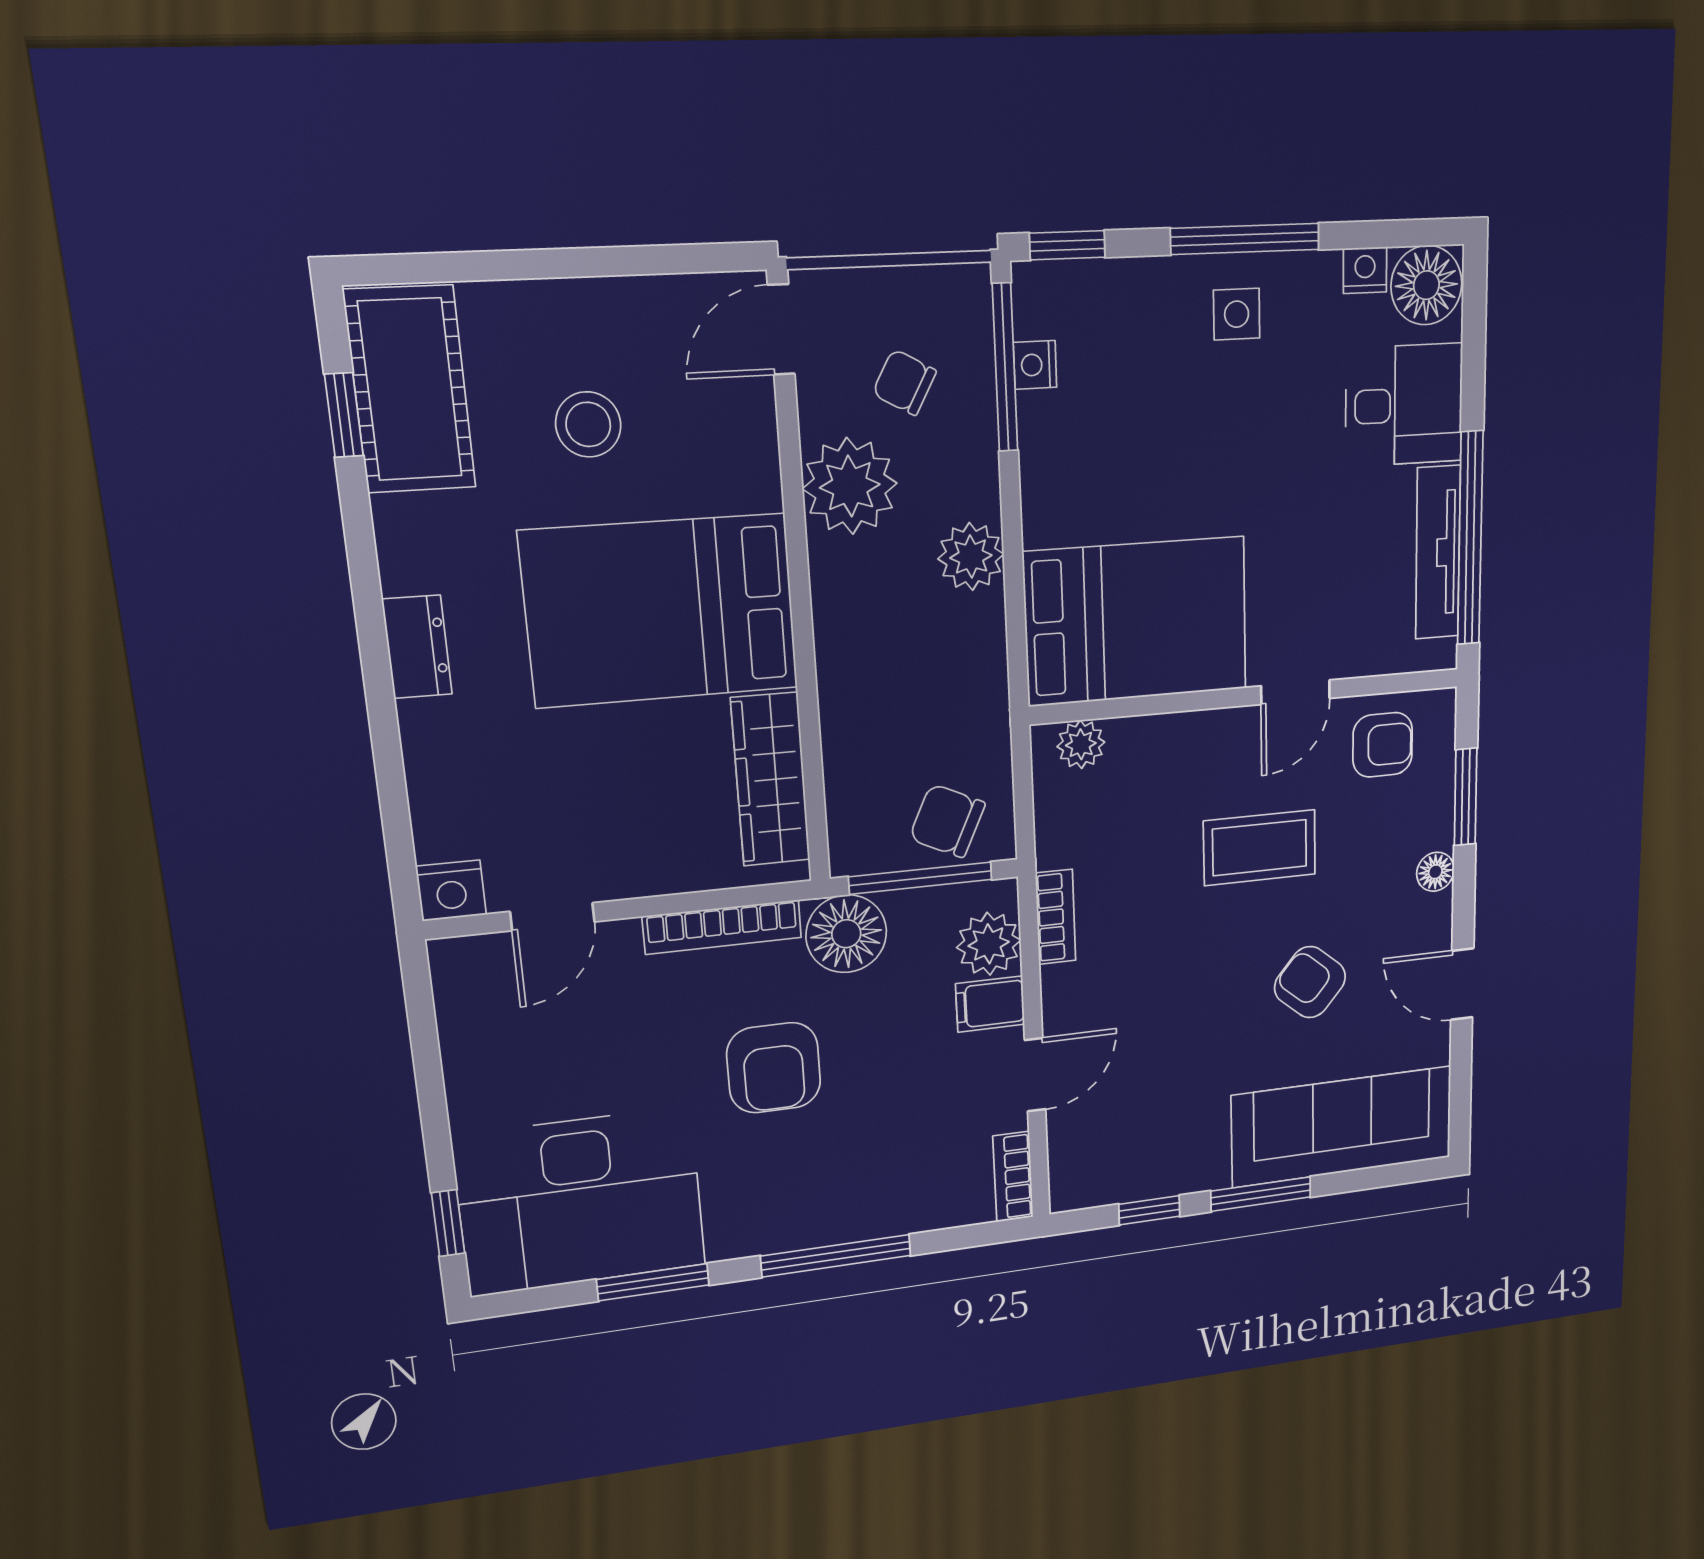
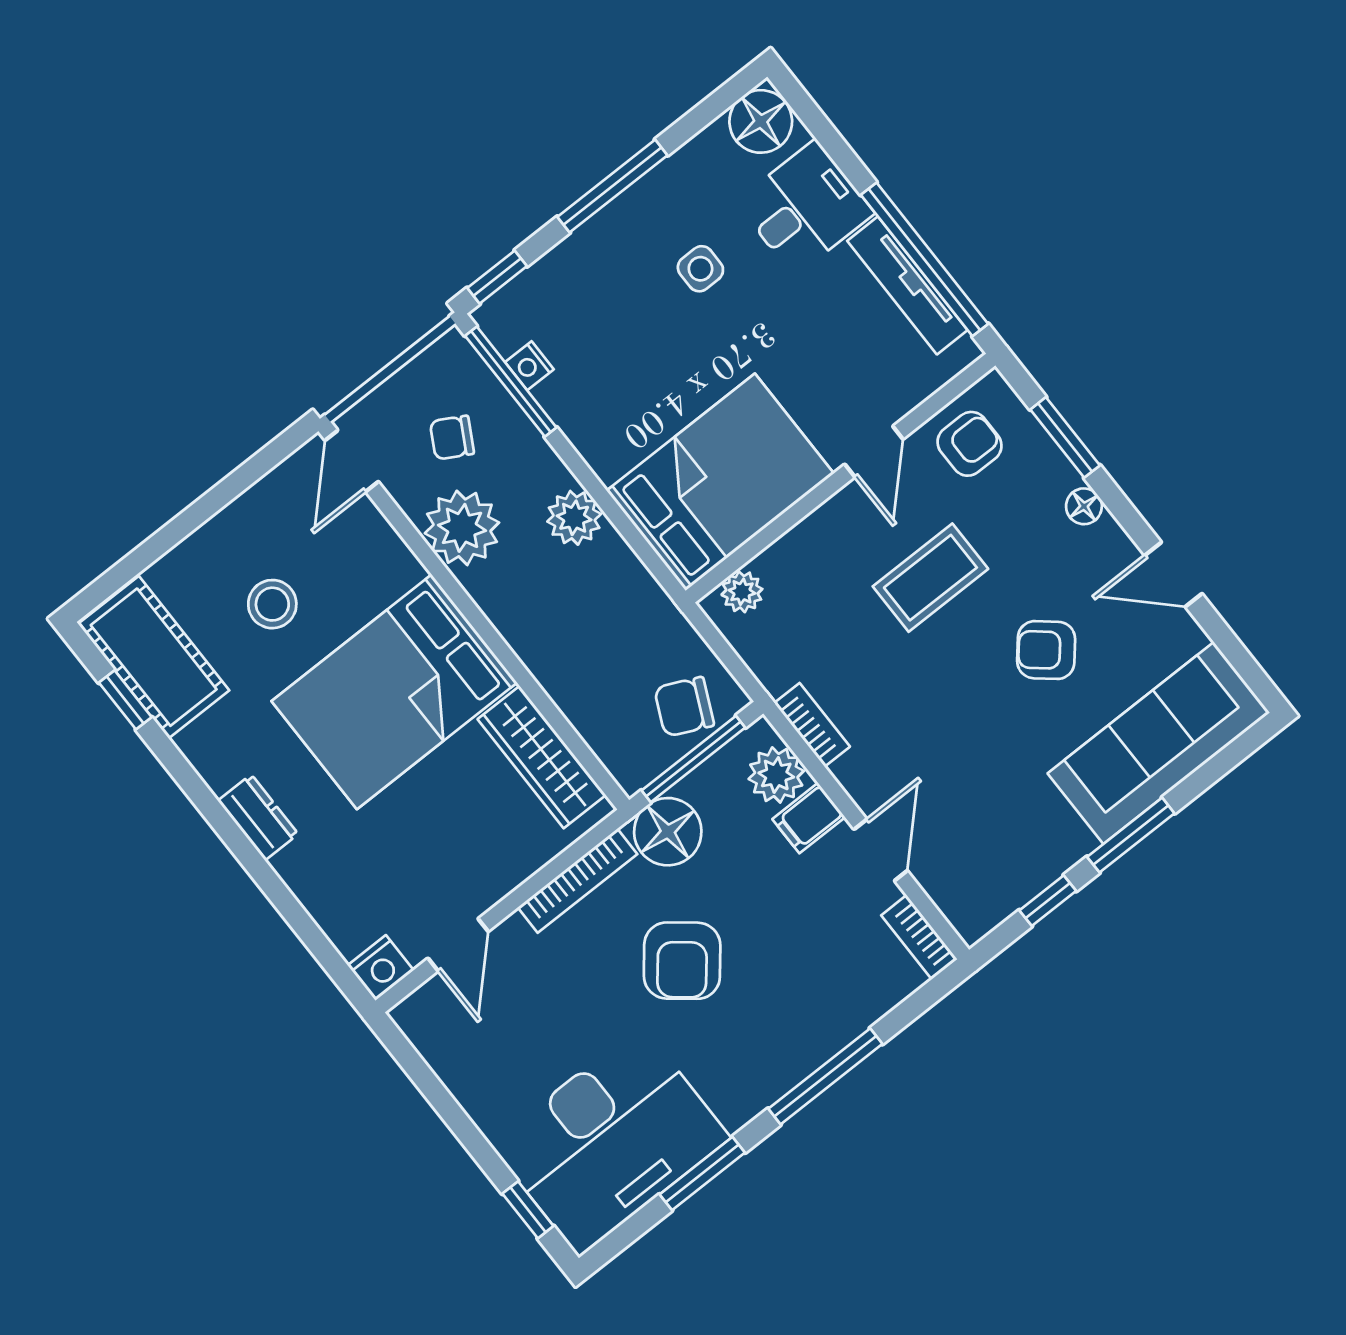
nightstand: (1365, 270) -> (710, 144), removed
side table: (1237, 314) -> (700, 269), moved
armchair: (774, 1068) -> (682, 961), turned 39

